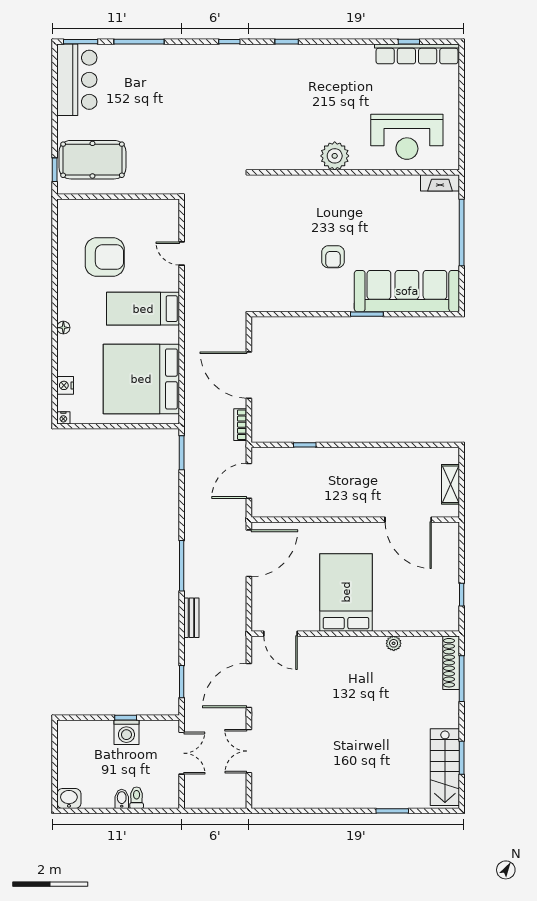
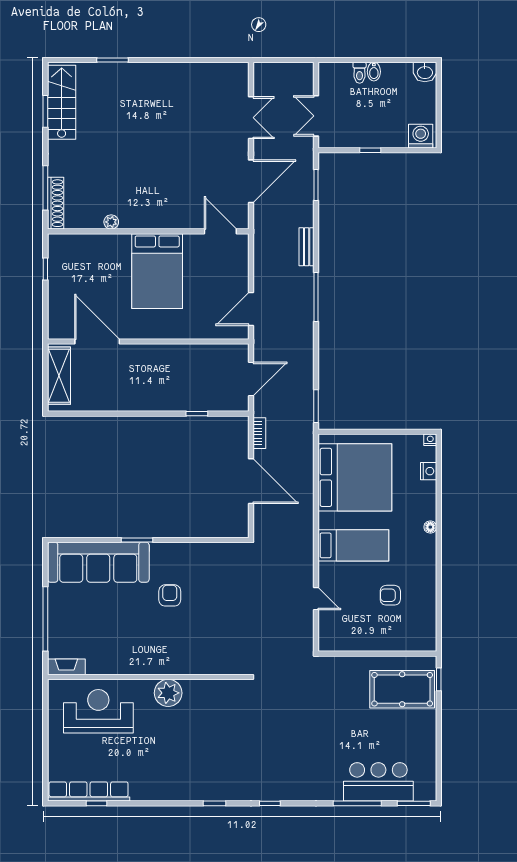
bar counter: (77, 80) -> (378, 782), moved, turned 90
armchair: (105, 257) -> (390, 595), width x0.53, depth x0.53
shelving: (451, 484) -> (59, 376), width x1.50, depth x1.33
door: (249, 553) -> (251, 309), width x0.73
washing machine: (126, 732) -> (421, 136), moved

